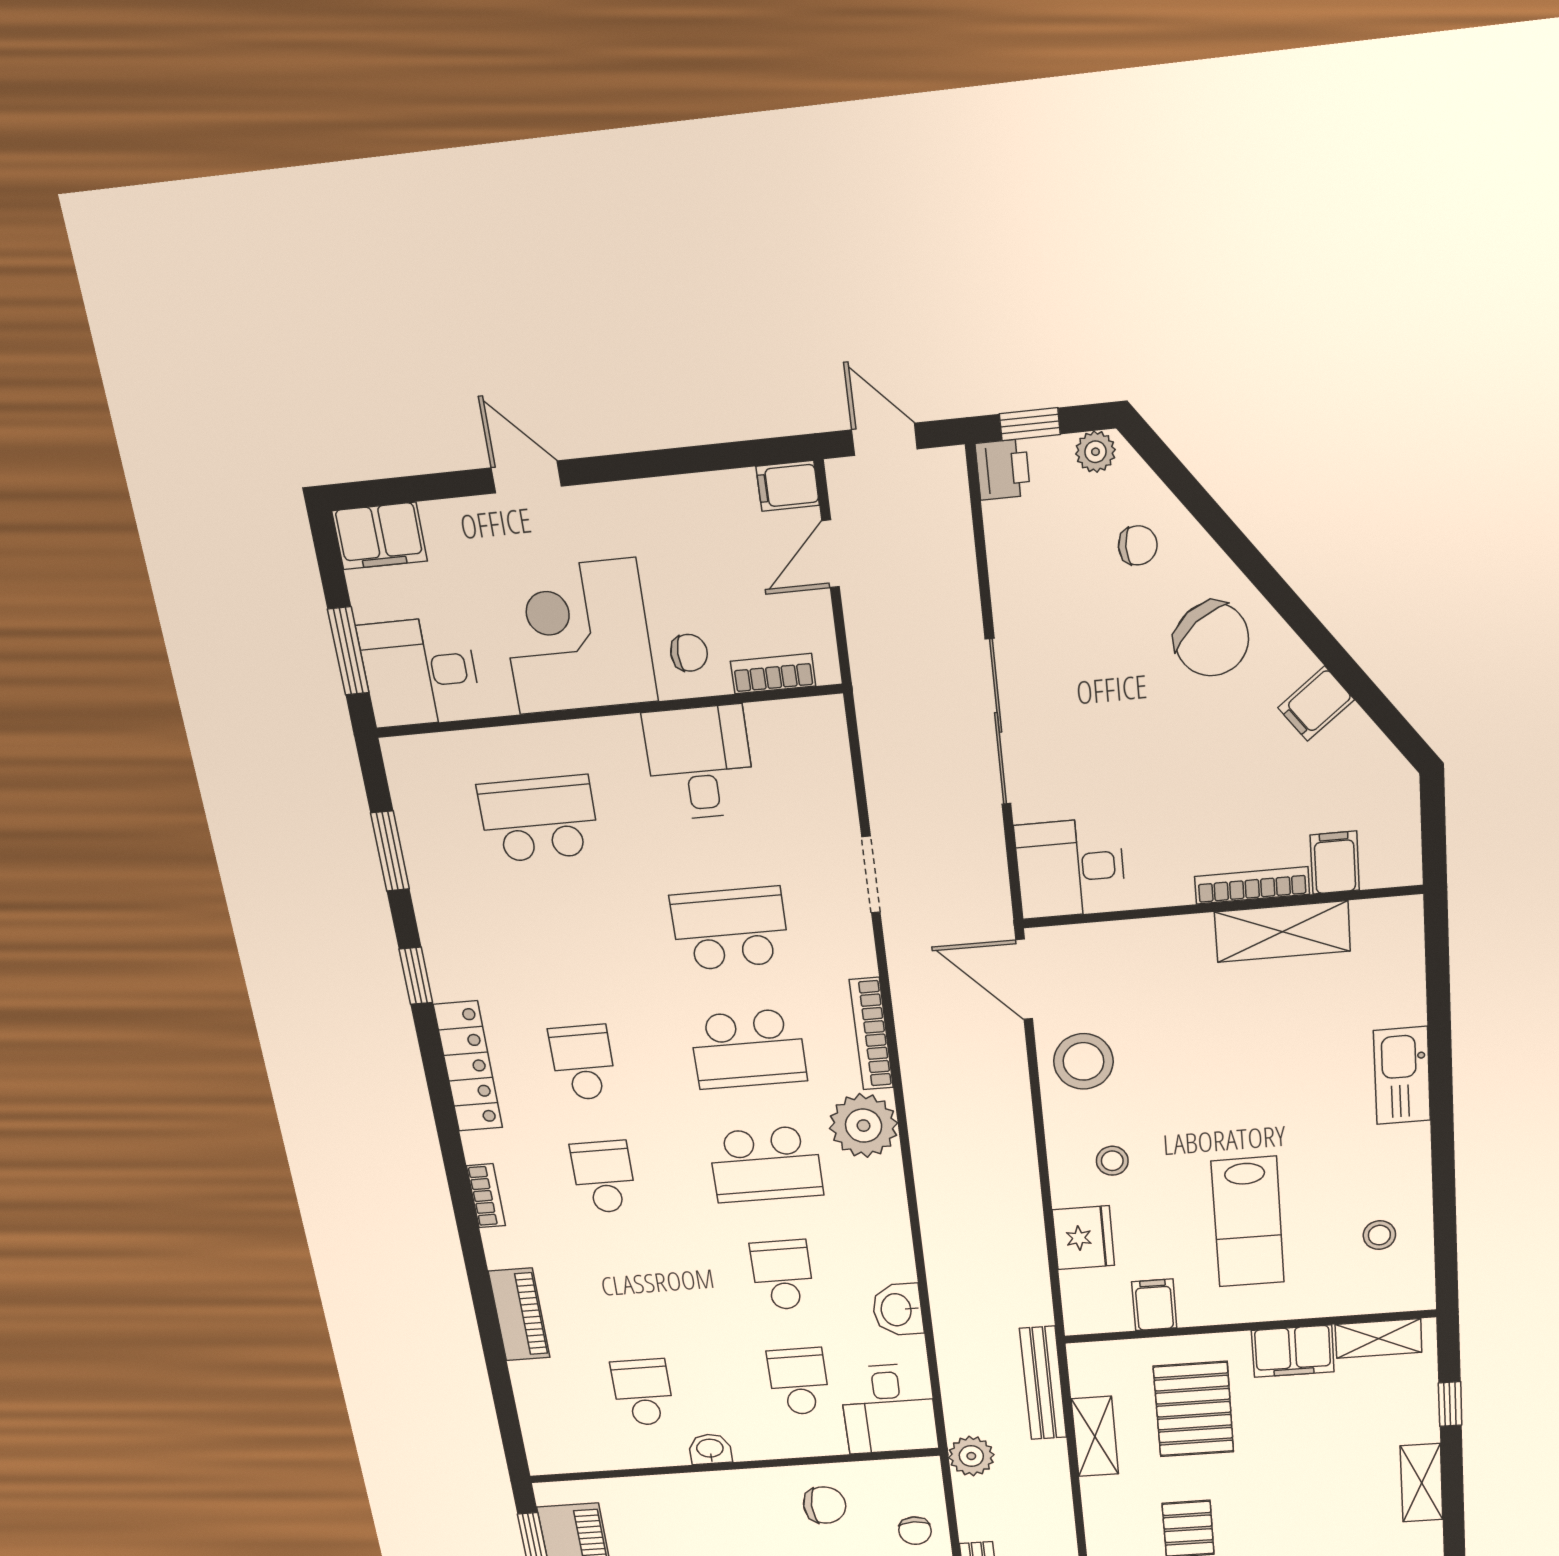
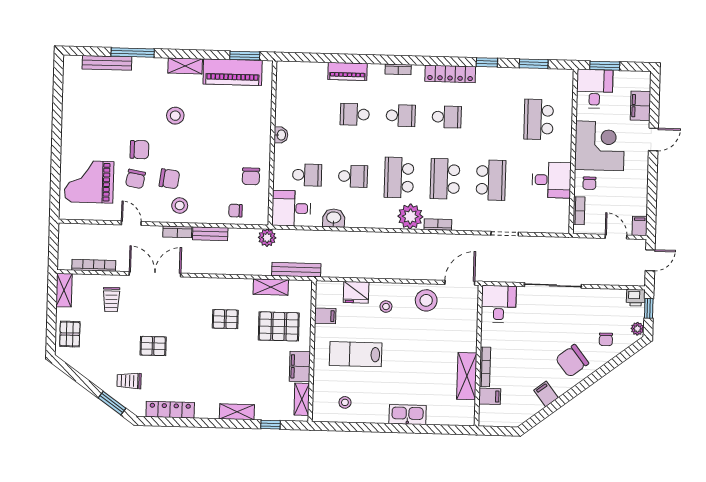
filing cabinet: (380, 536) -> (640, 106), moved
school desk: (539, 819) -> (539, 119), turned 180
bookcase: (871, 1034) -> (438, 225), width x0.64
school desk: (643, 1392) -> (355, 114), moved, turned 180

